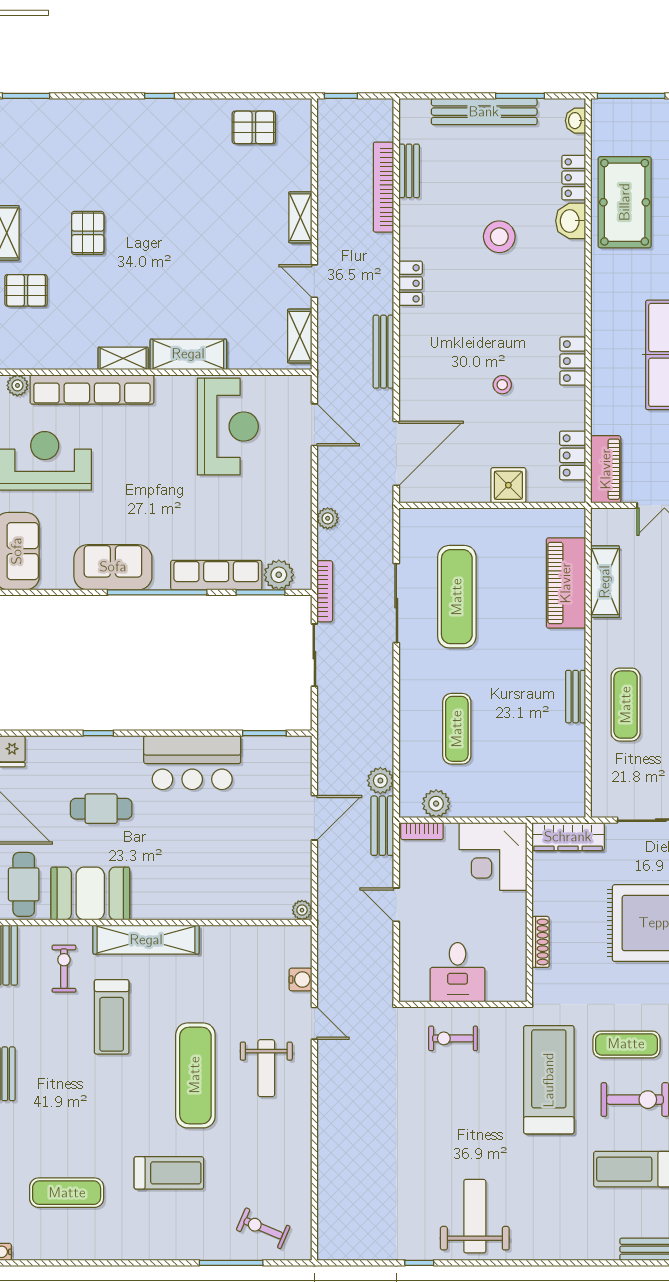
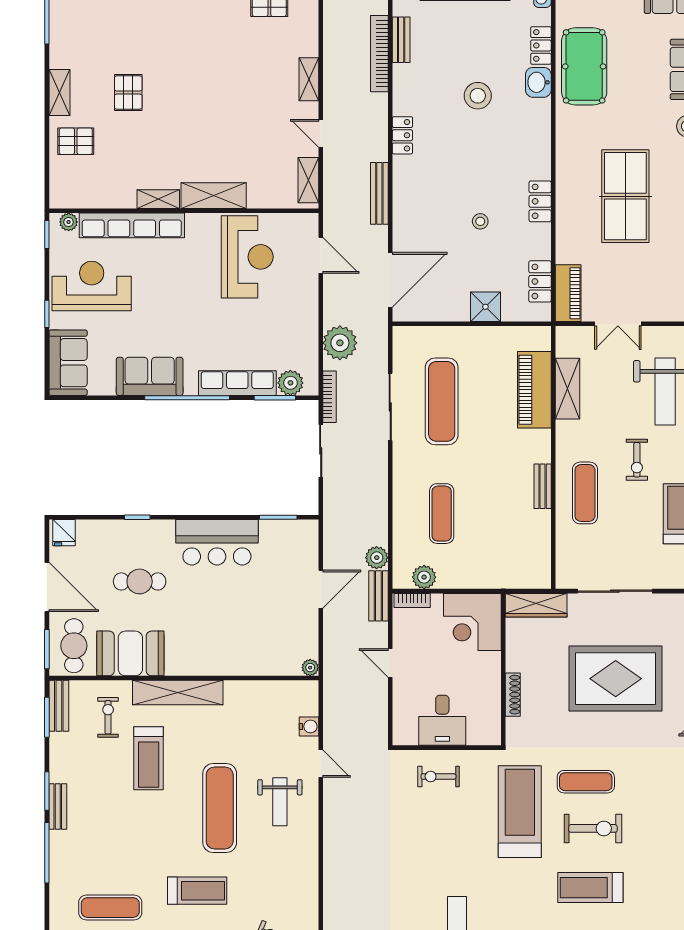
plant: (328, 518) -> (340, 343), width x1.87, depth x1.87

